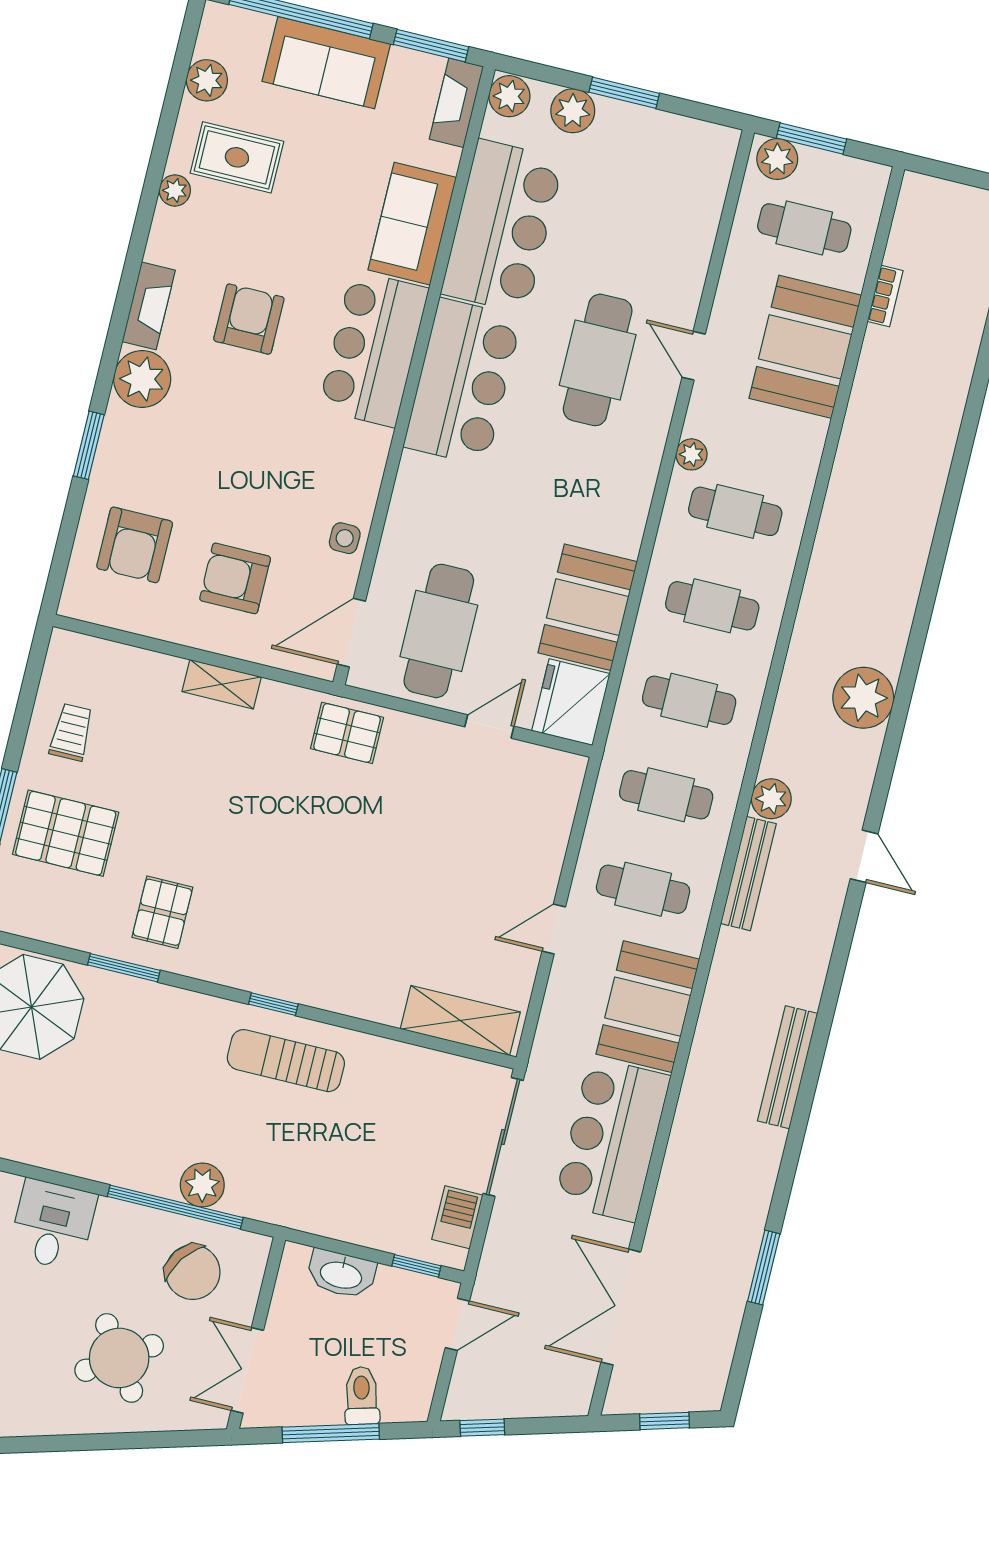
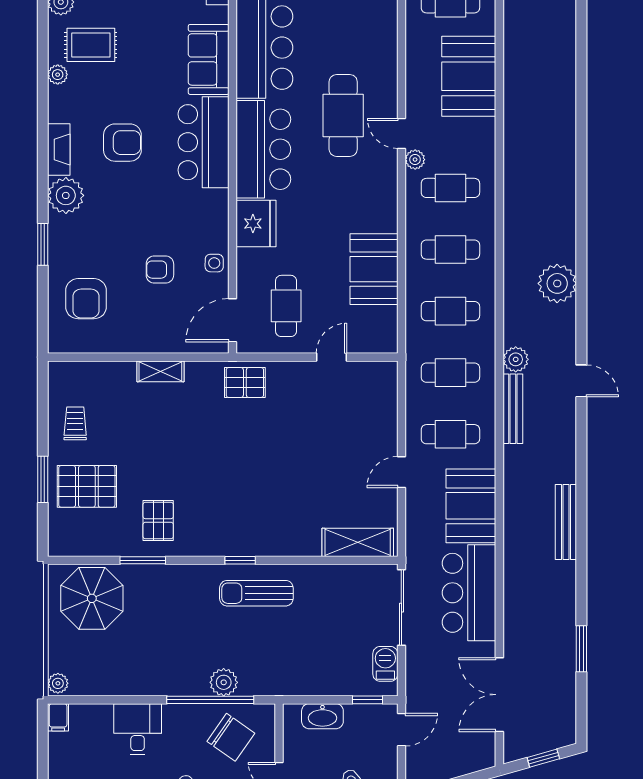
bookcase: (885, 296) -> (510, 33), removed
armchair: (249, 319) -> (122, 143), turned 90
door: (694, 356) -> (401, 133), moved
armchair: (235, 578) -> (160, 270), moved, width x0.72, depth x0.72
cafe table: (439, 631) -> (286, 306), width x0.73, depth x0.74
fridge: (571, 702) -> (256, 224), moved, turned 180

